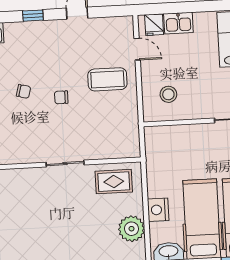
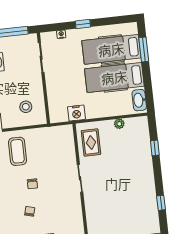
nightstand: (158, 210) -> (76, 113), moved
plant: (131, 229) -> (119, 124), width x0.53, depth x0.53

